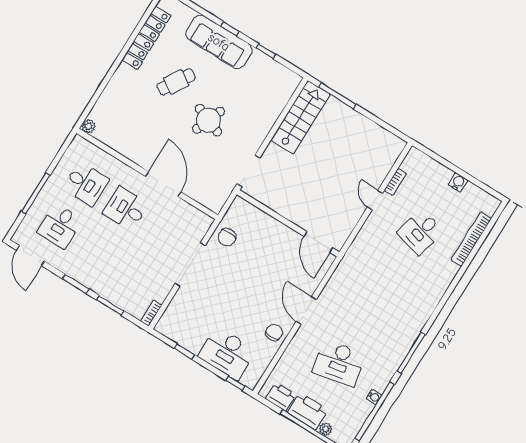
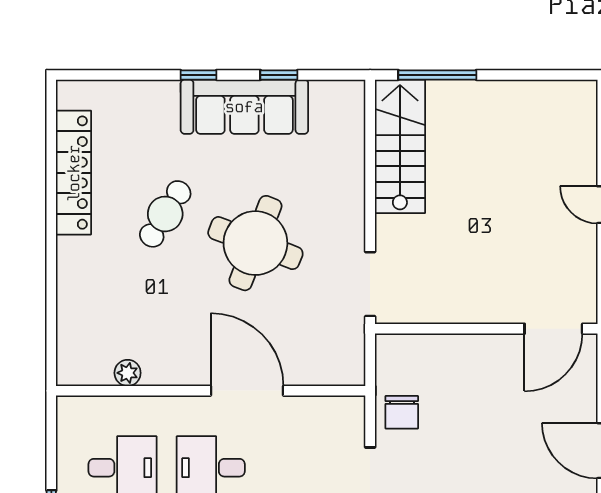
sofa: (219, 42) -> (244, 107), moved
round table: (208, 120) -> (255, 243), width x1.36, depth x1.36
plant: (88, 126) -> (128, 373), moved
door: (318, 242) -> (553, 329), hinge flipped

